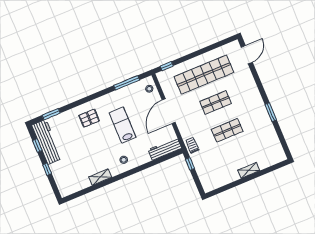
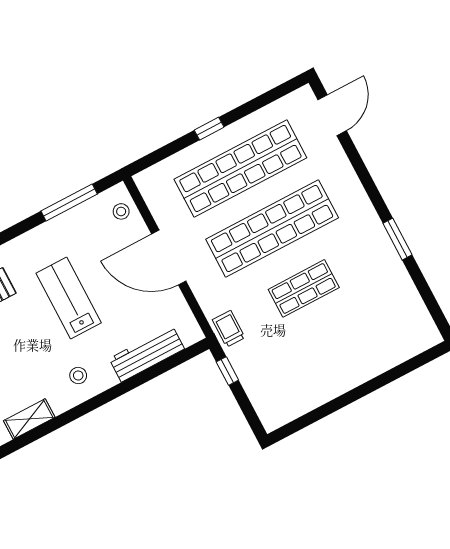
window: (167, 66) -> (209, 129), moved
shop shelf: (216, 102) -> (272, 228), width x2.00, depth x1.36
door: (169, 111) -> (169, 257), hinge flipped
workbench: (165, 149) -> (147, 354), moved
shelving: (249, 170) -> (360, 374), removed

